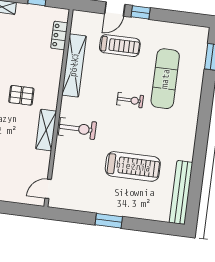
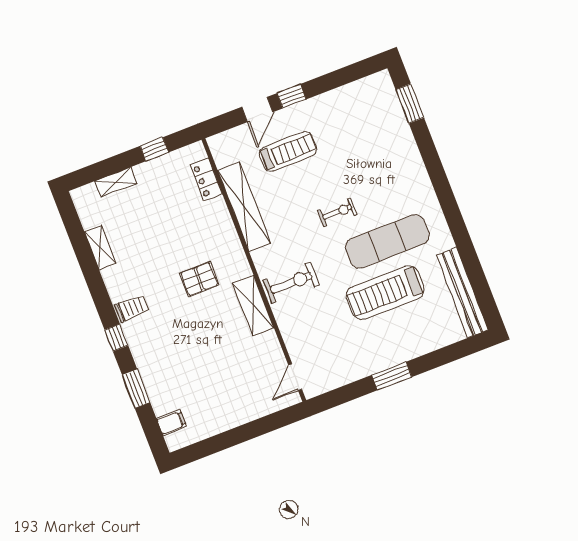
exercise mat: (165, 79) -> (387, 241), moved, turned 90
treadmill: (133, 166) -> (385, 293), turned 180

